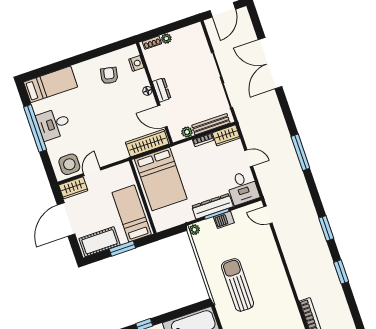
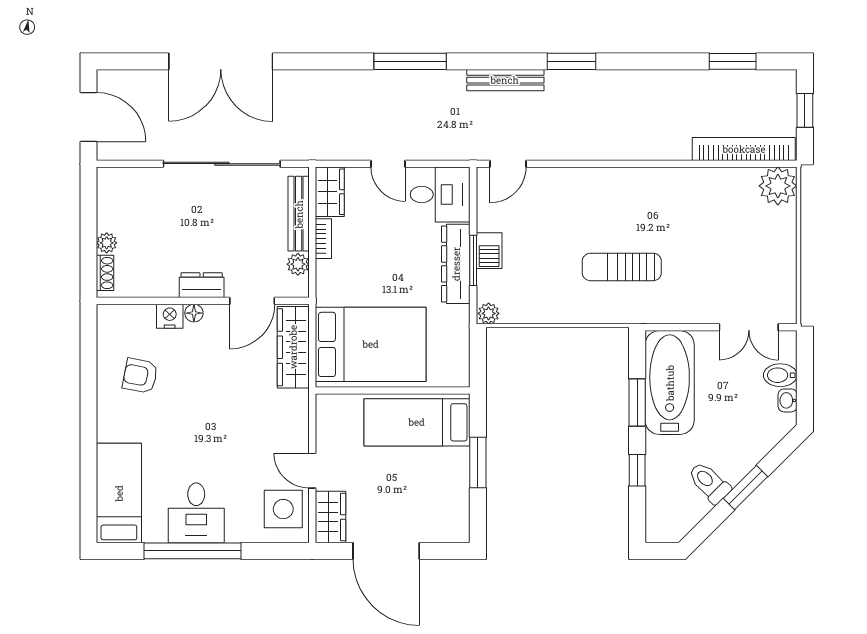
nightstand: (136, 63) -> (170, 316), moved
door: (249, 158) -> (388, 164), swing flipped
bench: (307, 200) -> (505, 80), added
cot: (100, 242) -> (450, 502), removed
window: (341, 272) -> (733, 61), moved
sun lounger: (238, 285) -> (622, 267), width x0.73, depth x0.75
window: (176, 314) -> (637, 403), added

